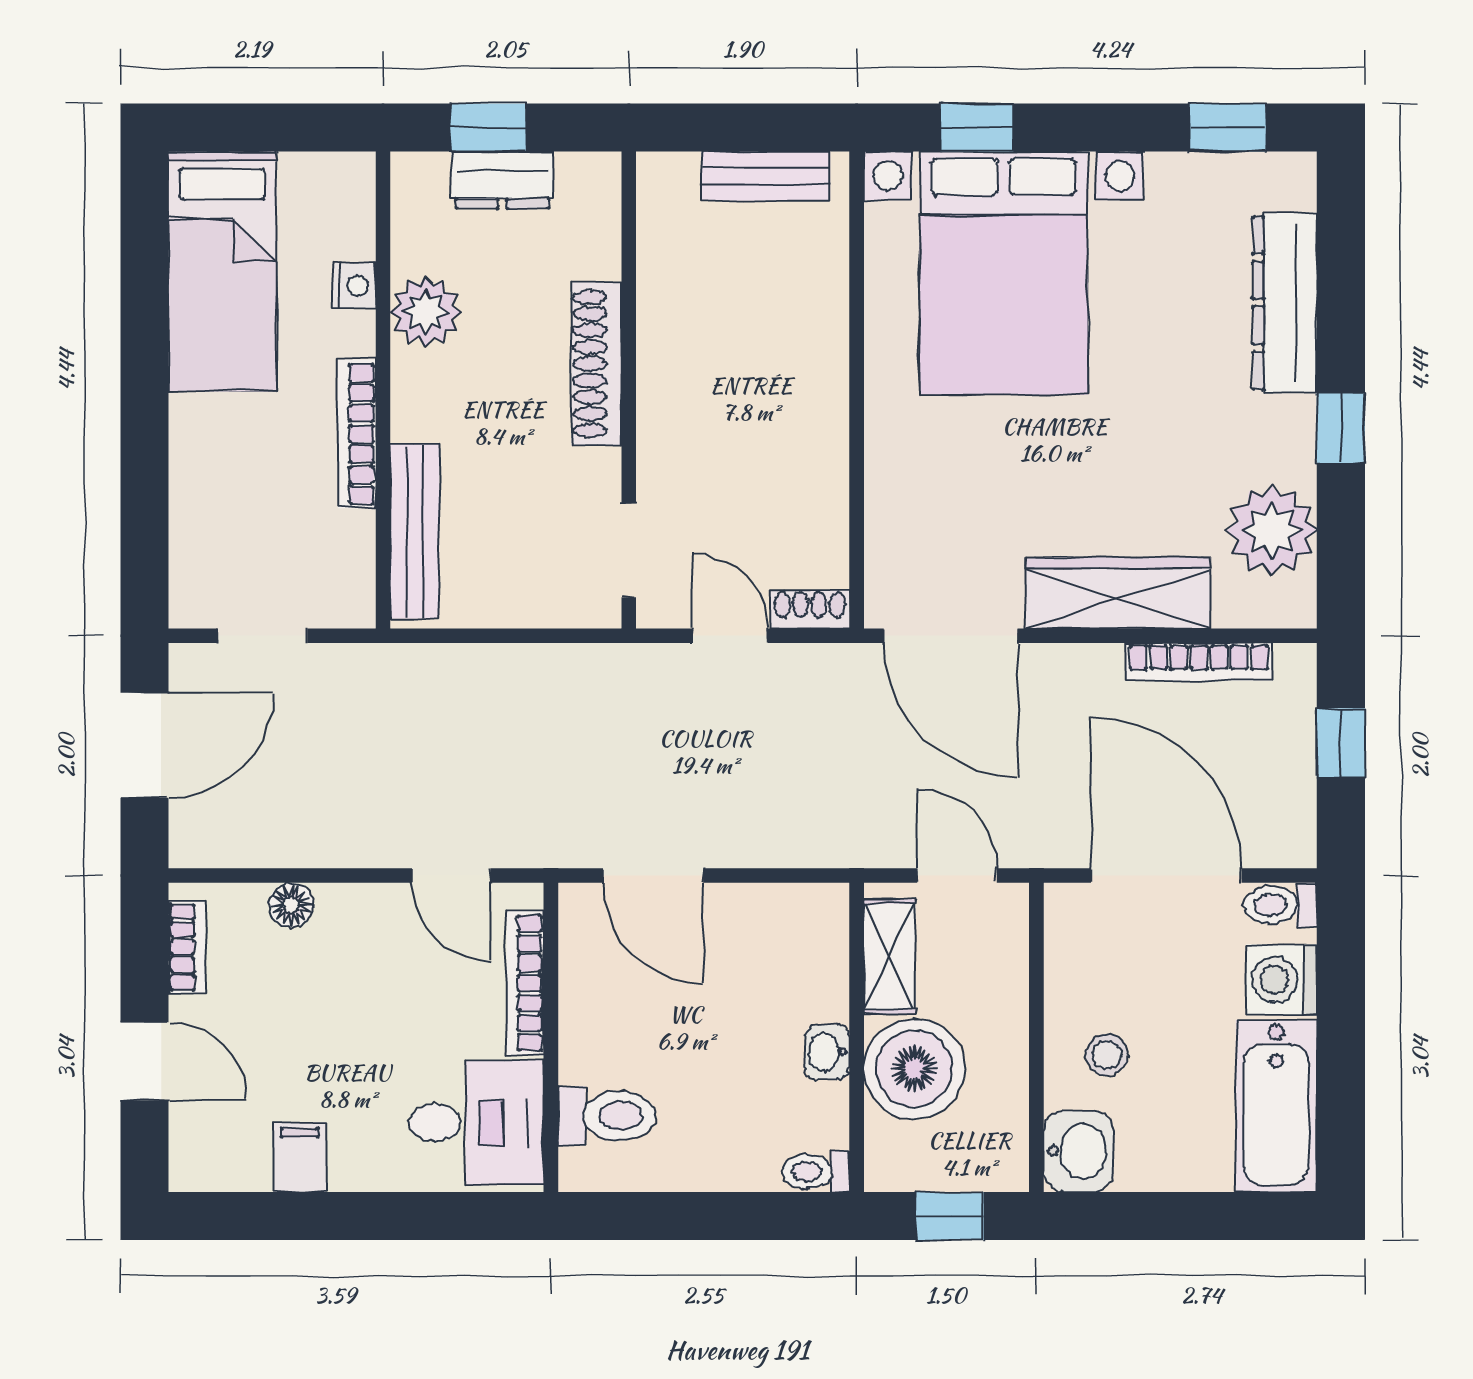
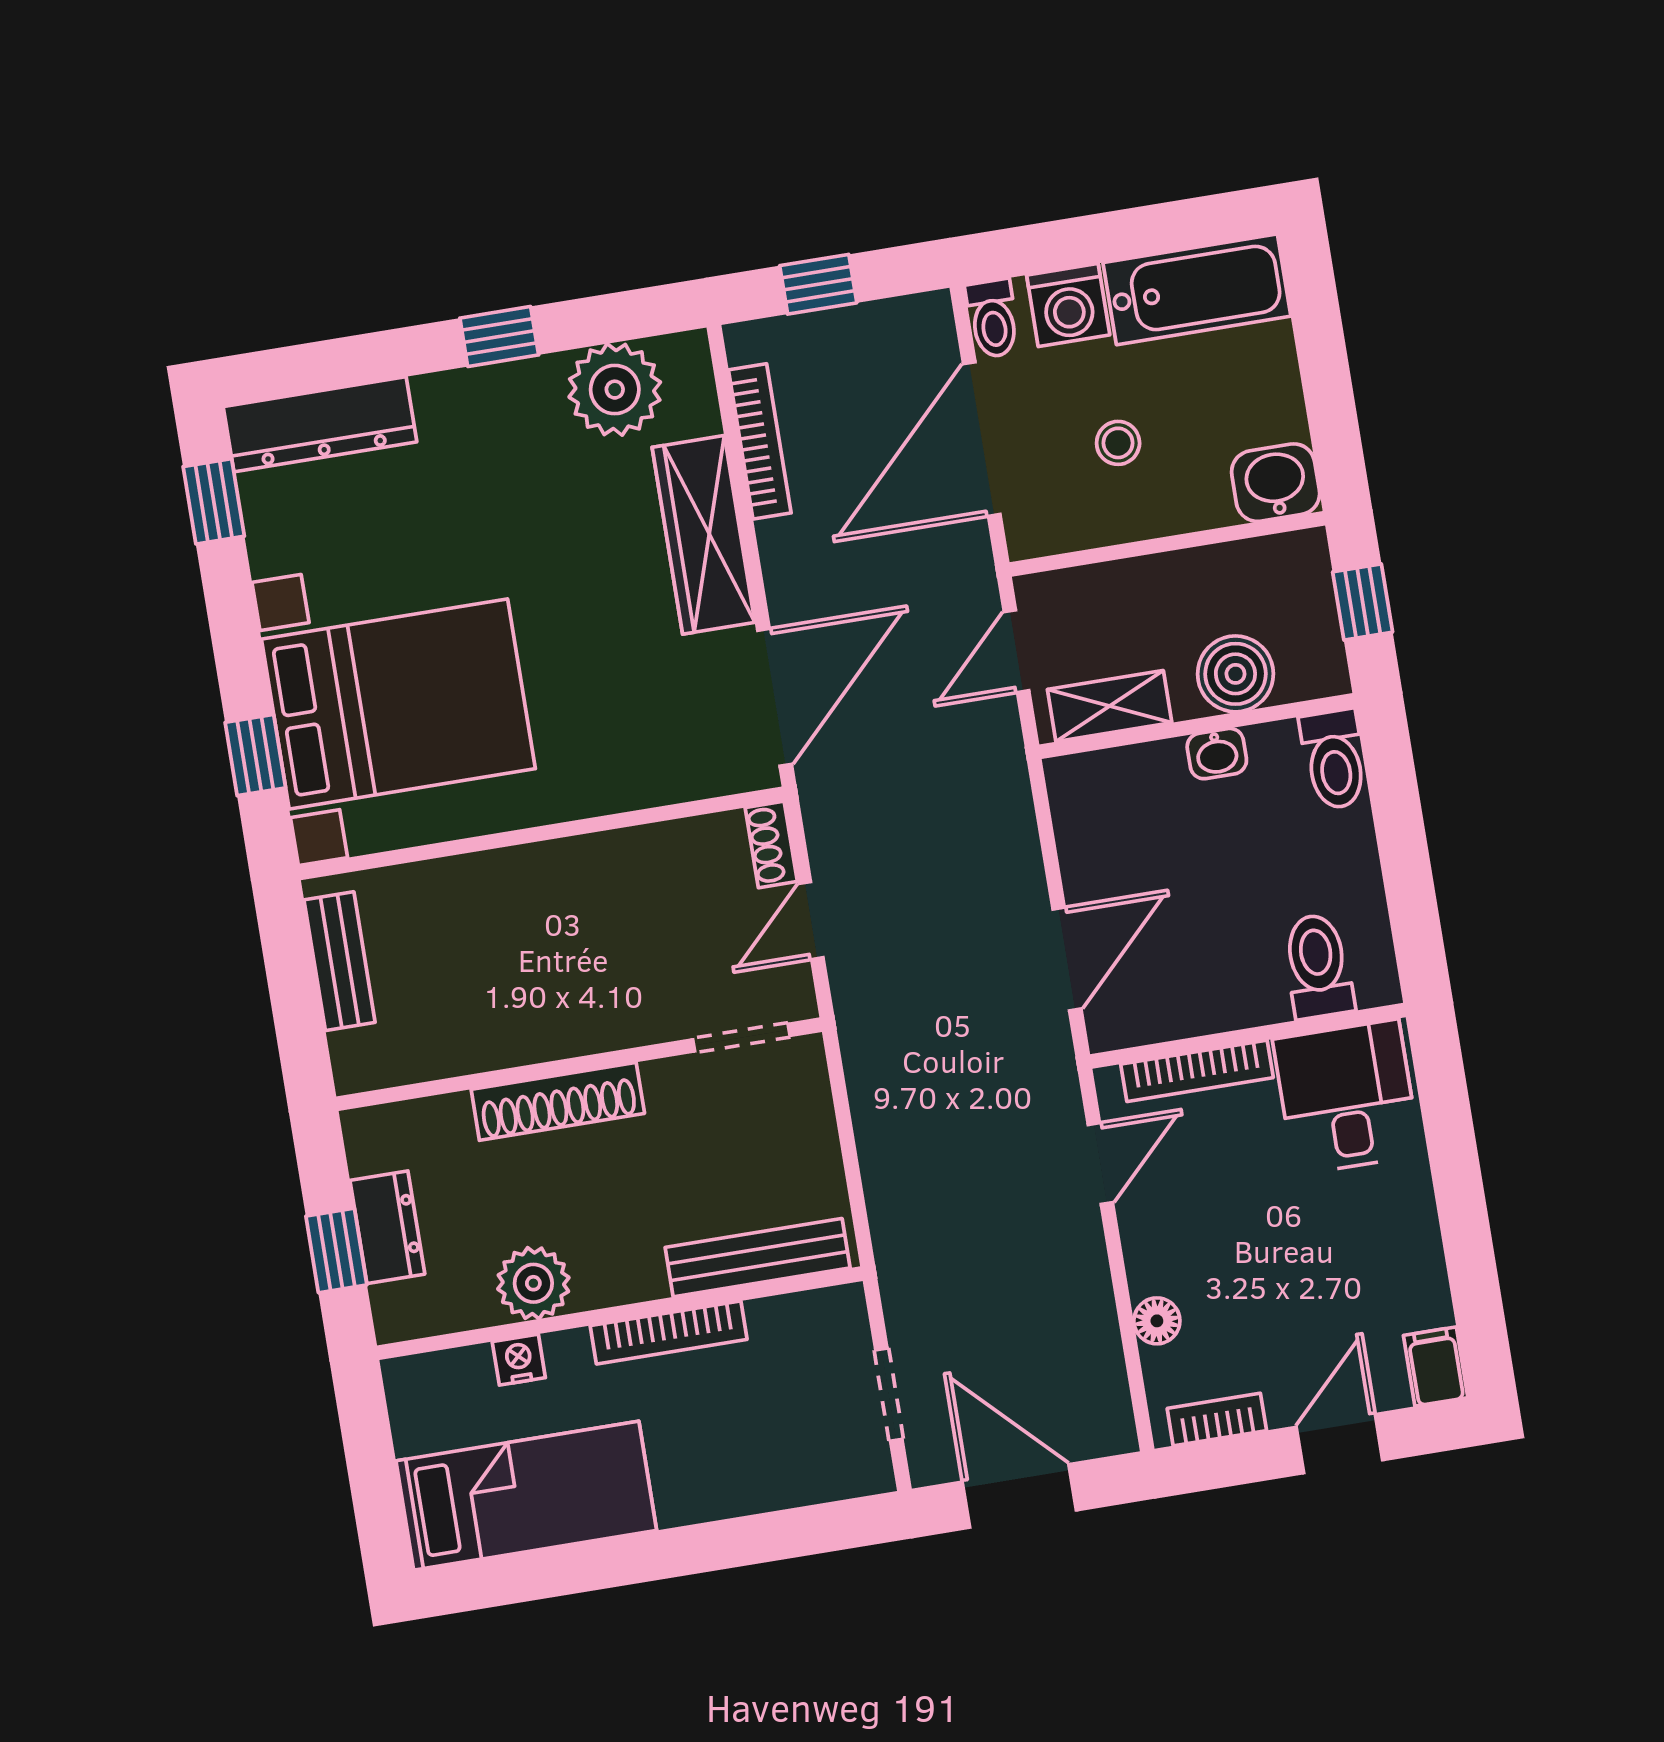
dresser: (1285, 303) -> (320, 424), moved
stool: (1107, 1055) -> (1118, 443), moved
boiler: (914, 1069) -> (1235, 674), width x0.73, depth x0.73
filing cabinet: (300, 1157) -> (1436, 1366), moved, turned 90
toilet: (816, 1171) -> (1334, 759), width x1.37, depth x1.39

